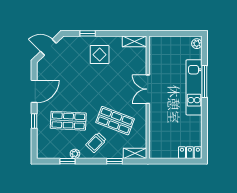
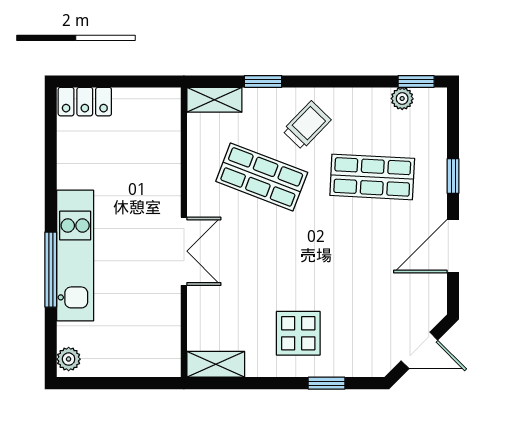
plant: (75, 154) -> (402, 99), moved
window: (67, 161) -> (416, 81), moved

